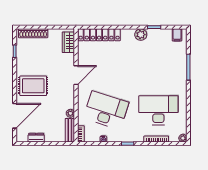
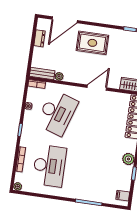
door: (76, 75) -> (97, 88), swing flipped
rug: (33, 86) -> (92, 43), turned 90
door: (15, 116) -> (65, 20), hinge flipped

